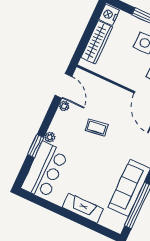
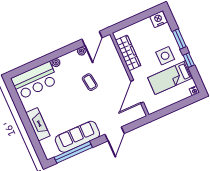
wardrobe: (97, 42) -> (128, 53), moved, turned -90
window: (36, 146) -> (42, 61), removed

